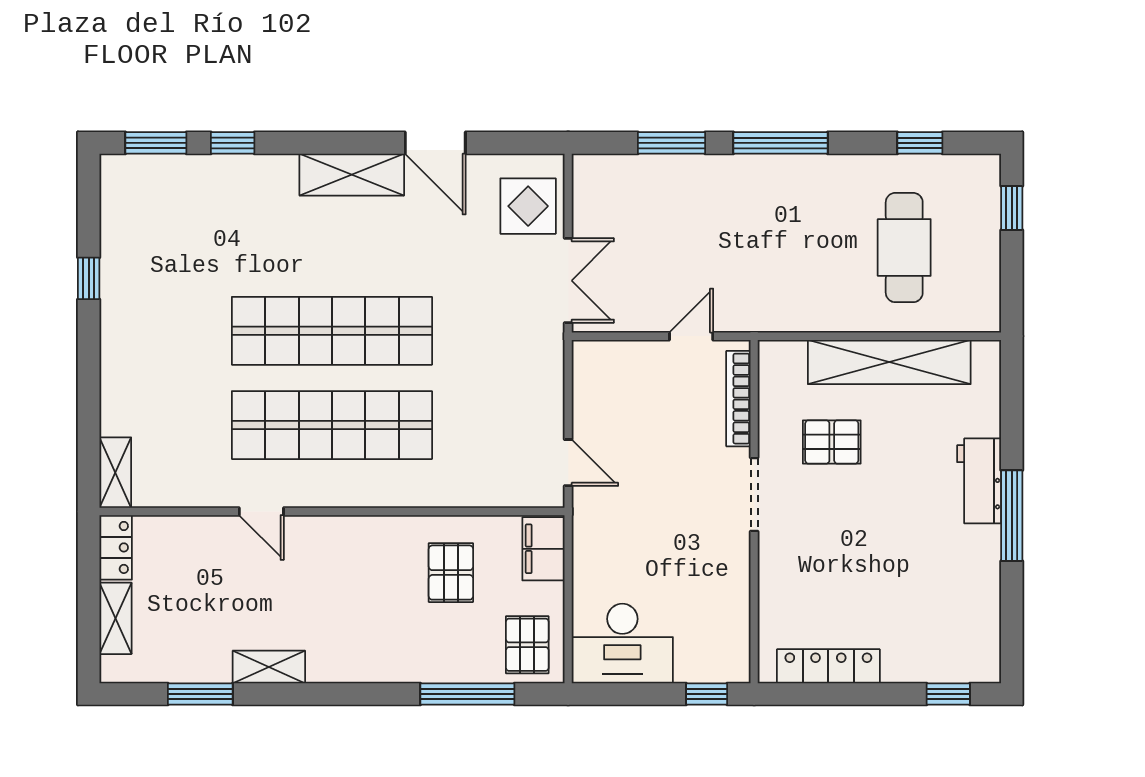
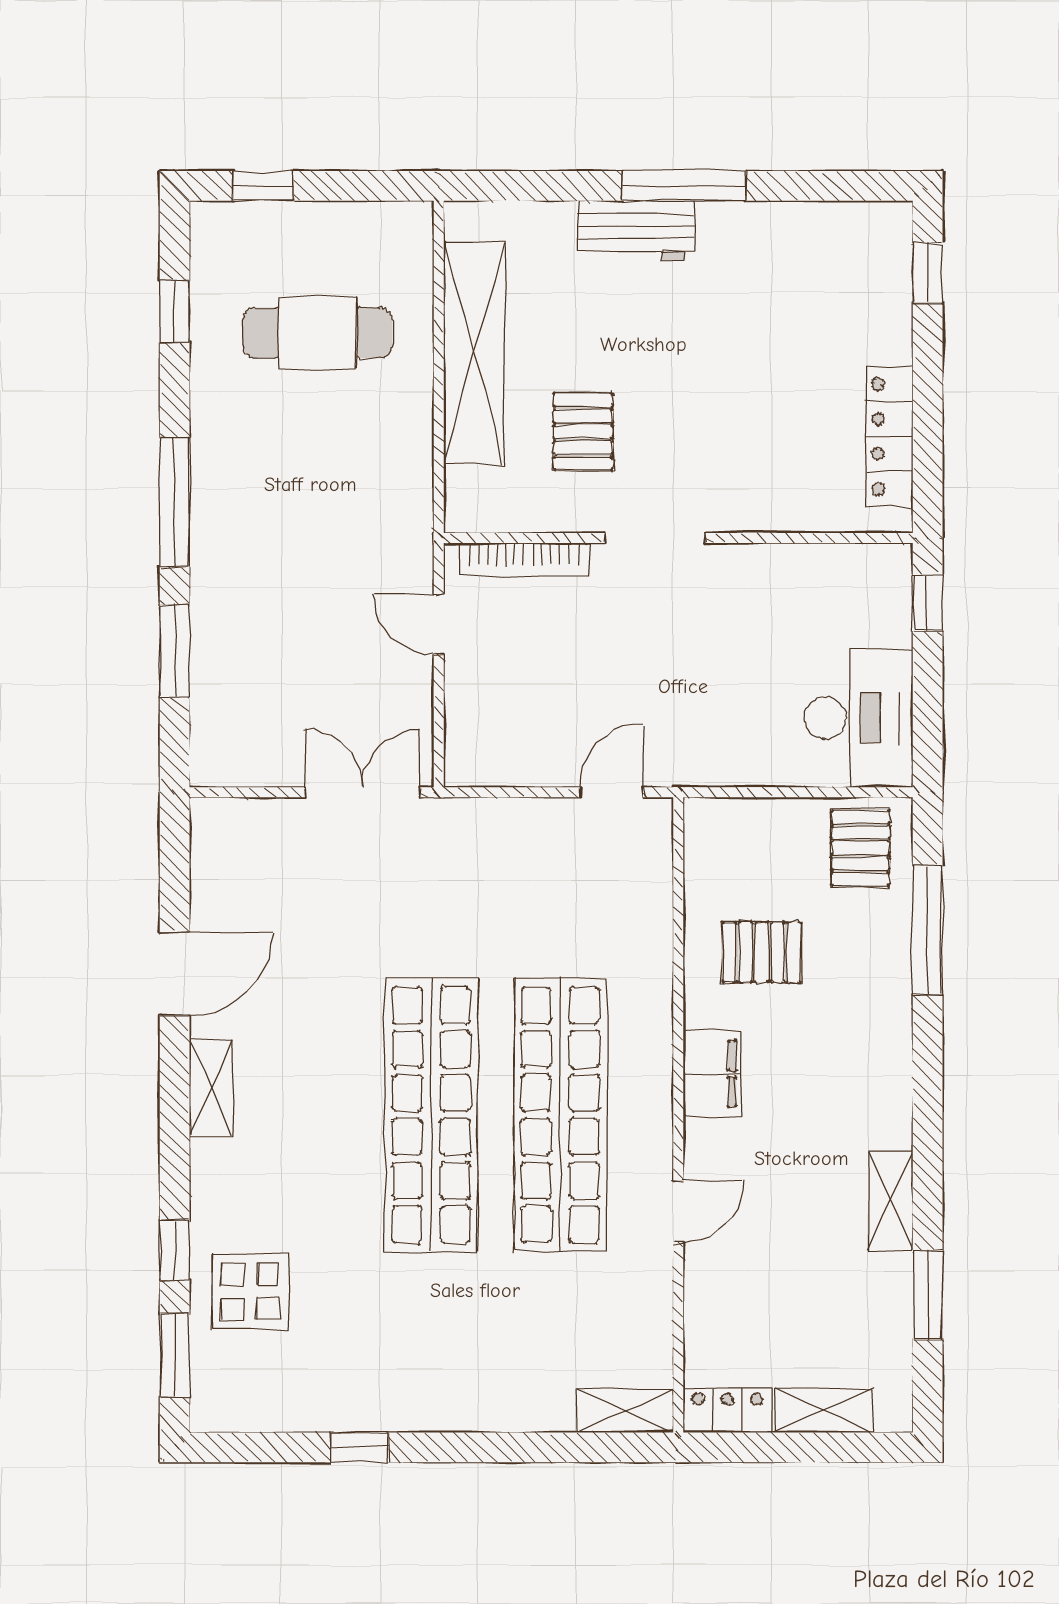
shelving: (352, 175) -> (211, 1088), width x0.67, depth x0.75
display table: (528, 206) -> (250, 1292), moved
filing cabinet: (543, 549) -> (712, 1074), moved, turned -90
pallet: (527, 645) -> (860, 848), turned 90

